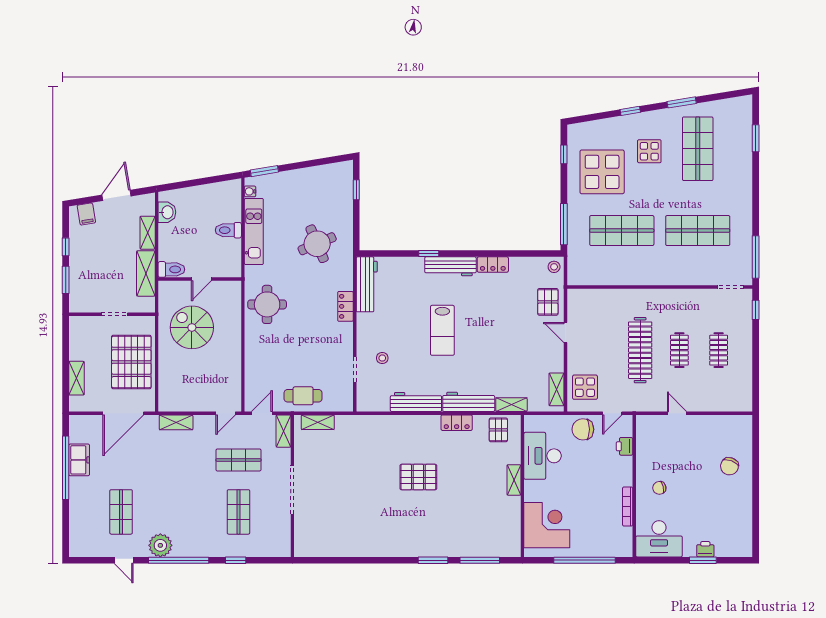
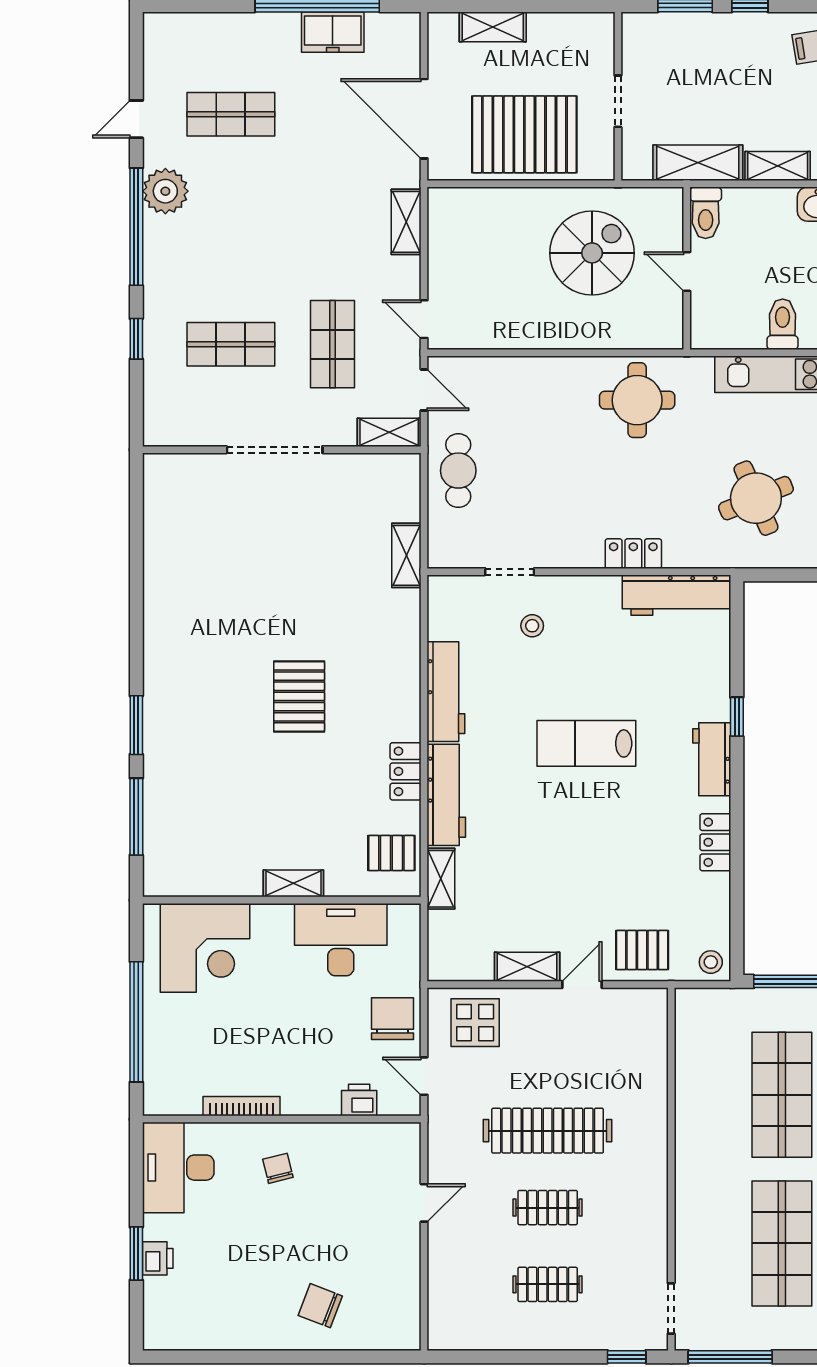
workbench: (450, 266) -> (712, 759), width x0.73
shelving: (556, 389) -> (527, 967), moved
shelving: (318, 422) -> (406, 555), moved

